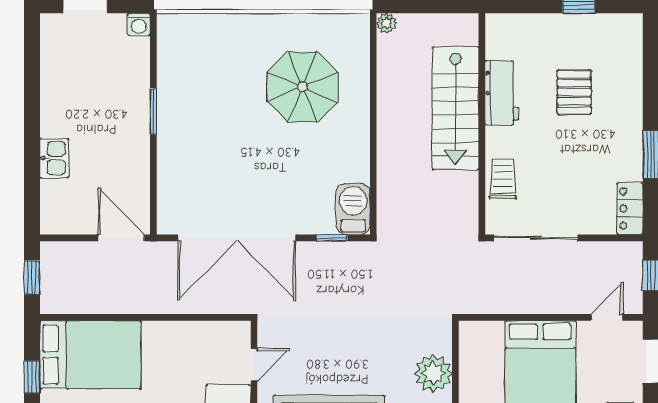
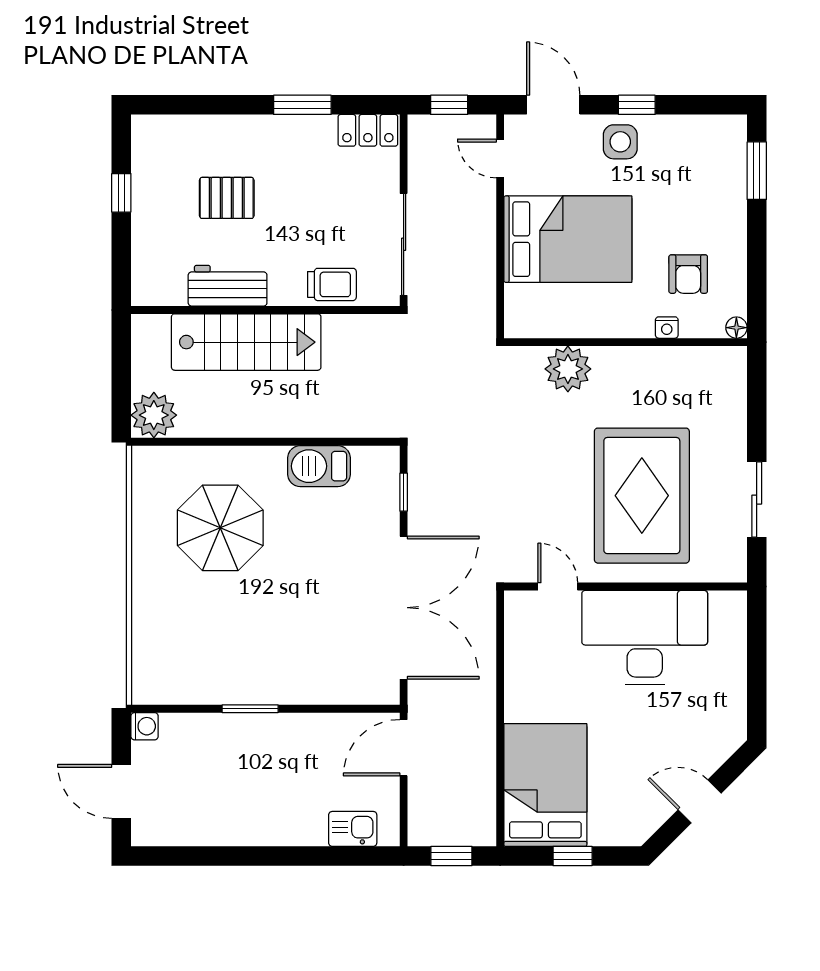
plant: (386, 23) -> (154, 415), width x1.87, depth x1.87
kitchen sink: (54, 158) -> (353, 829), moved
trolley: (503, 179) -> (332, 284), turned 180
barbecue: (353, 209) -> (319, 466), moved

